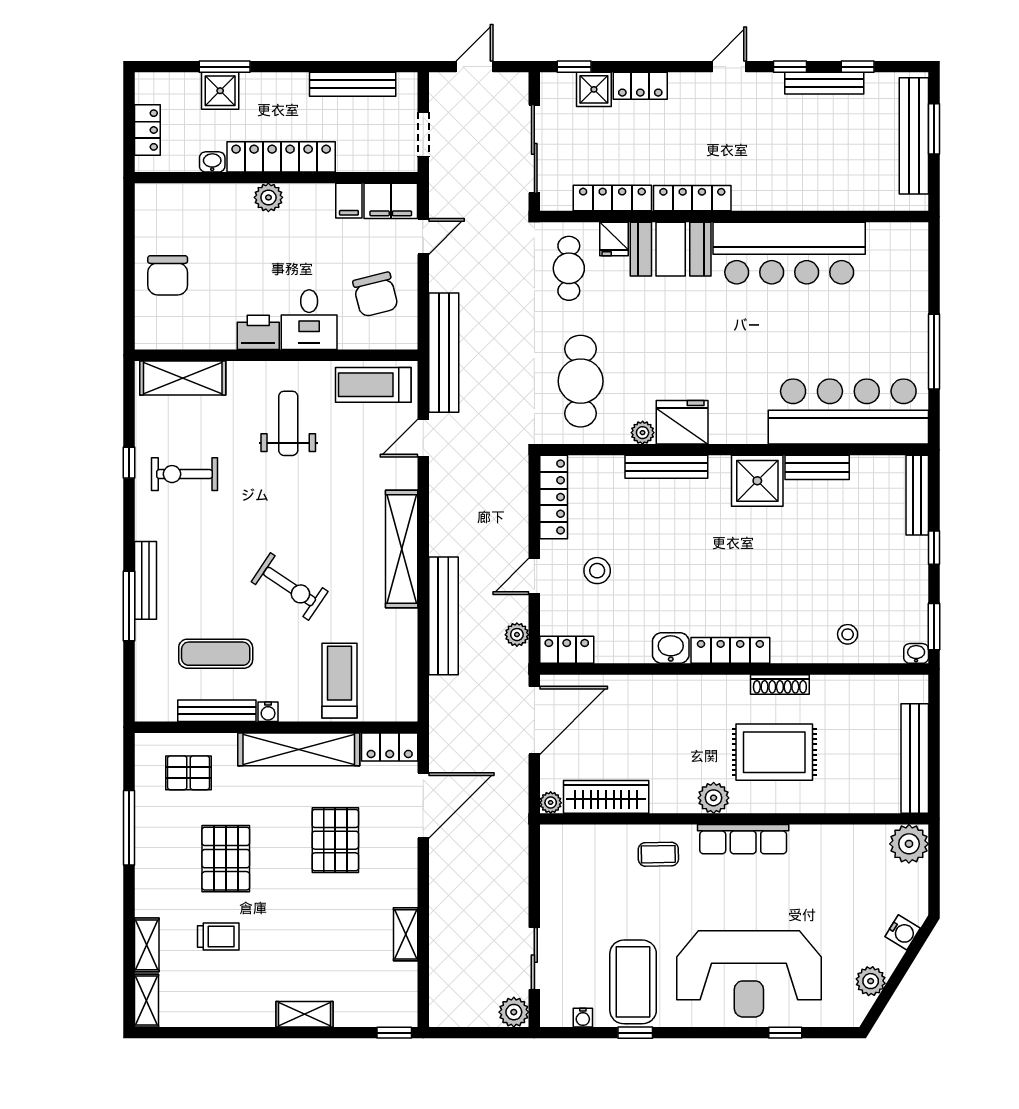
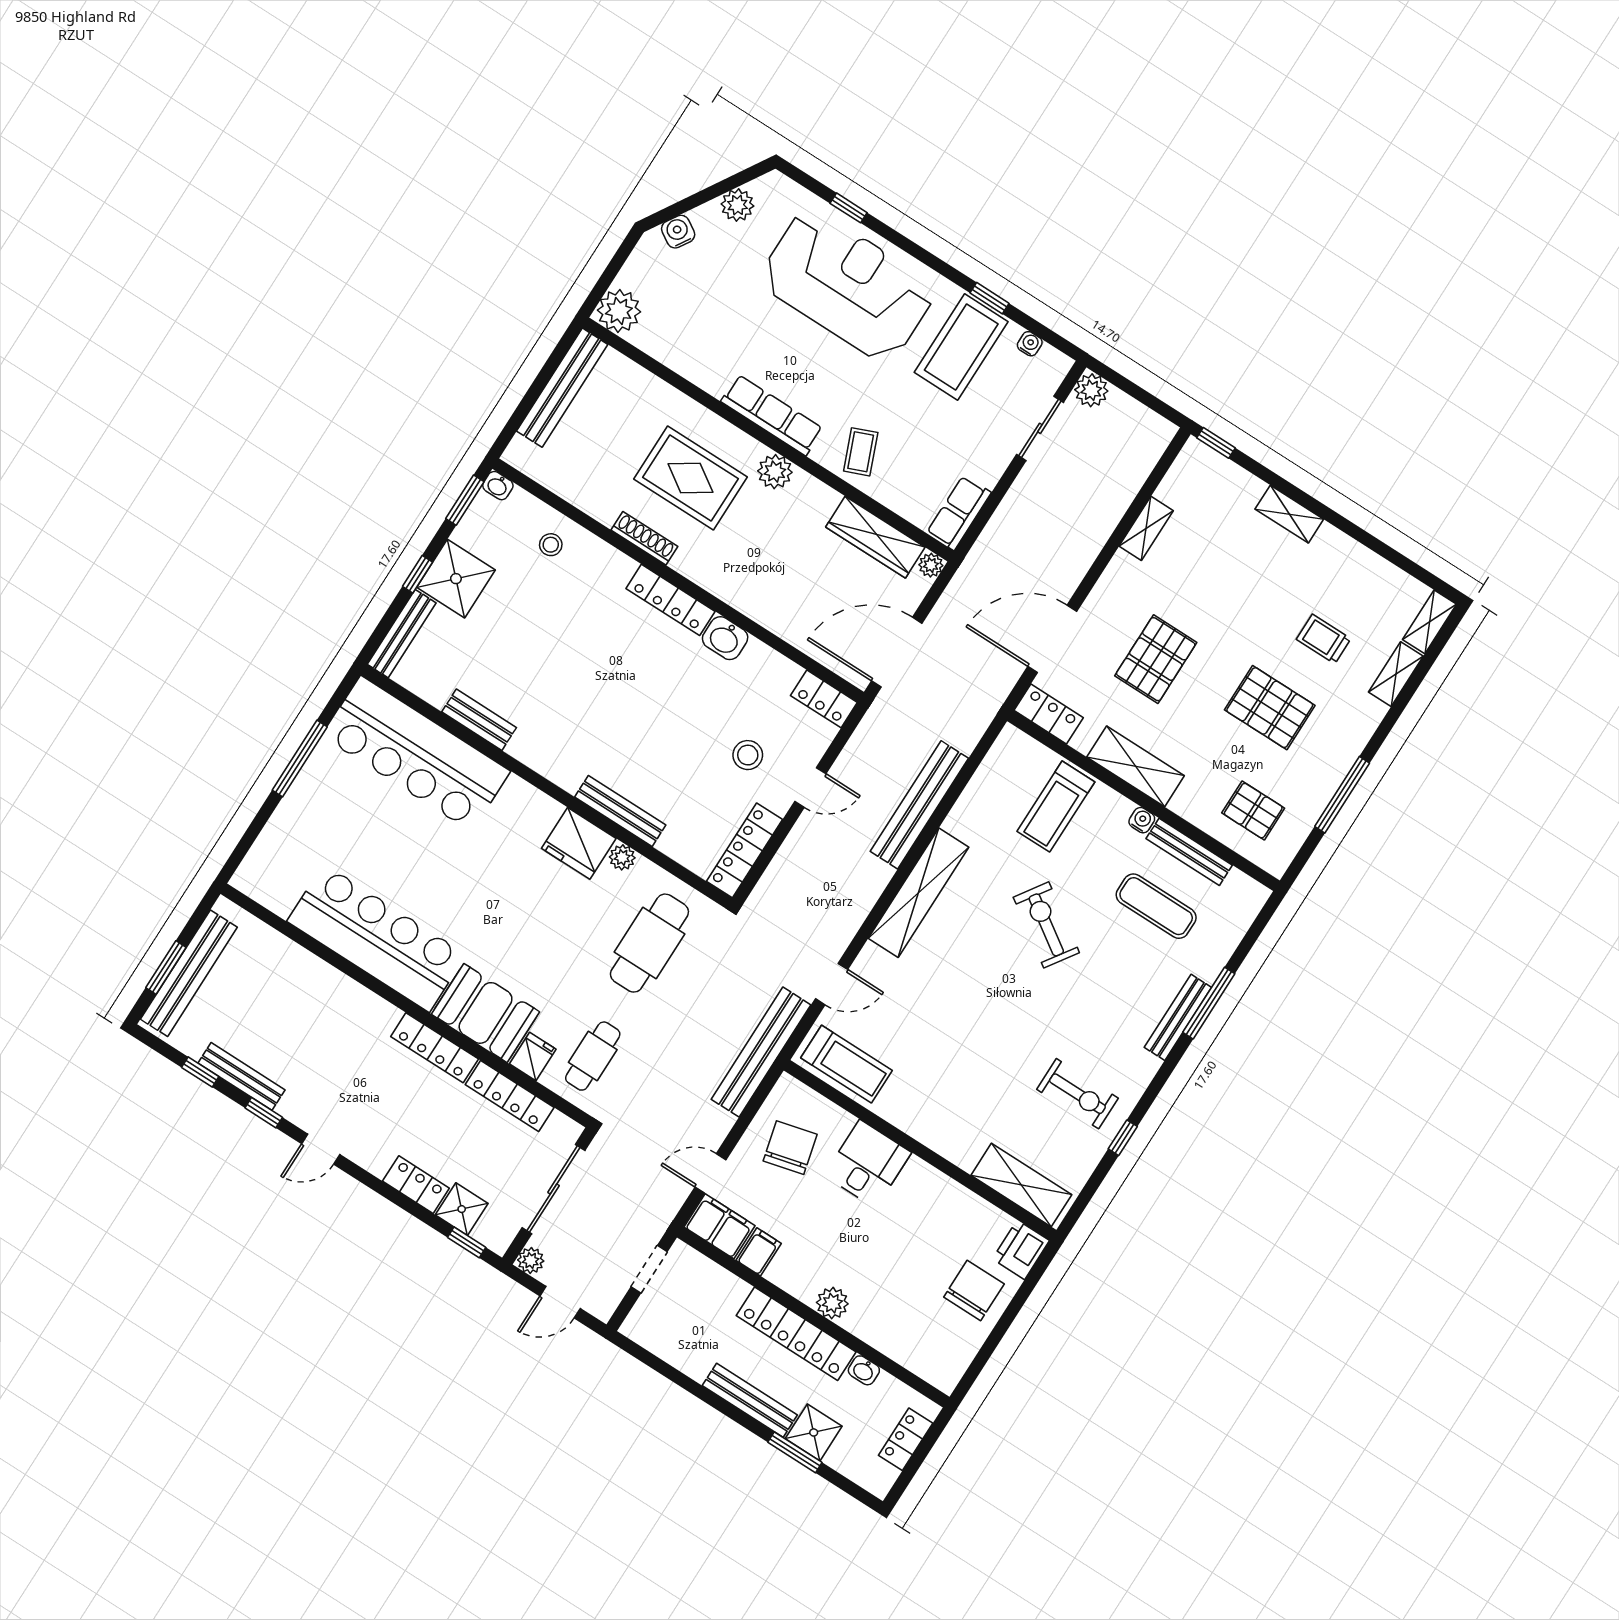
bench: (353, 84) -> (750, 1400), moved
printer: (258, 332) -> (1021, 1250), moved, turned 90
weight bench: (288, 423) -> (950, 1079), removed
shower: (757, 481) -> (456, 579), moved
plant: (517, 635) -> (531, 1260), moved
shelving: (299, 749) -> (1136, 766), width x0.68
coffee table: (658, 854) -> (861, 452), turned 69
row of seats: (555, 856) -> (959, 513), added
pallet: (226, 859) -> (1270, 708), turned 90

